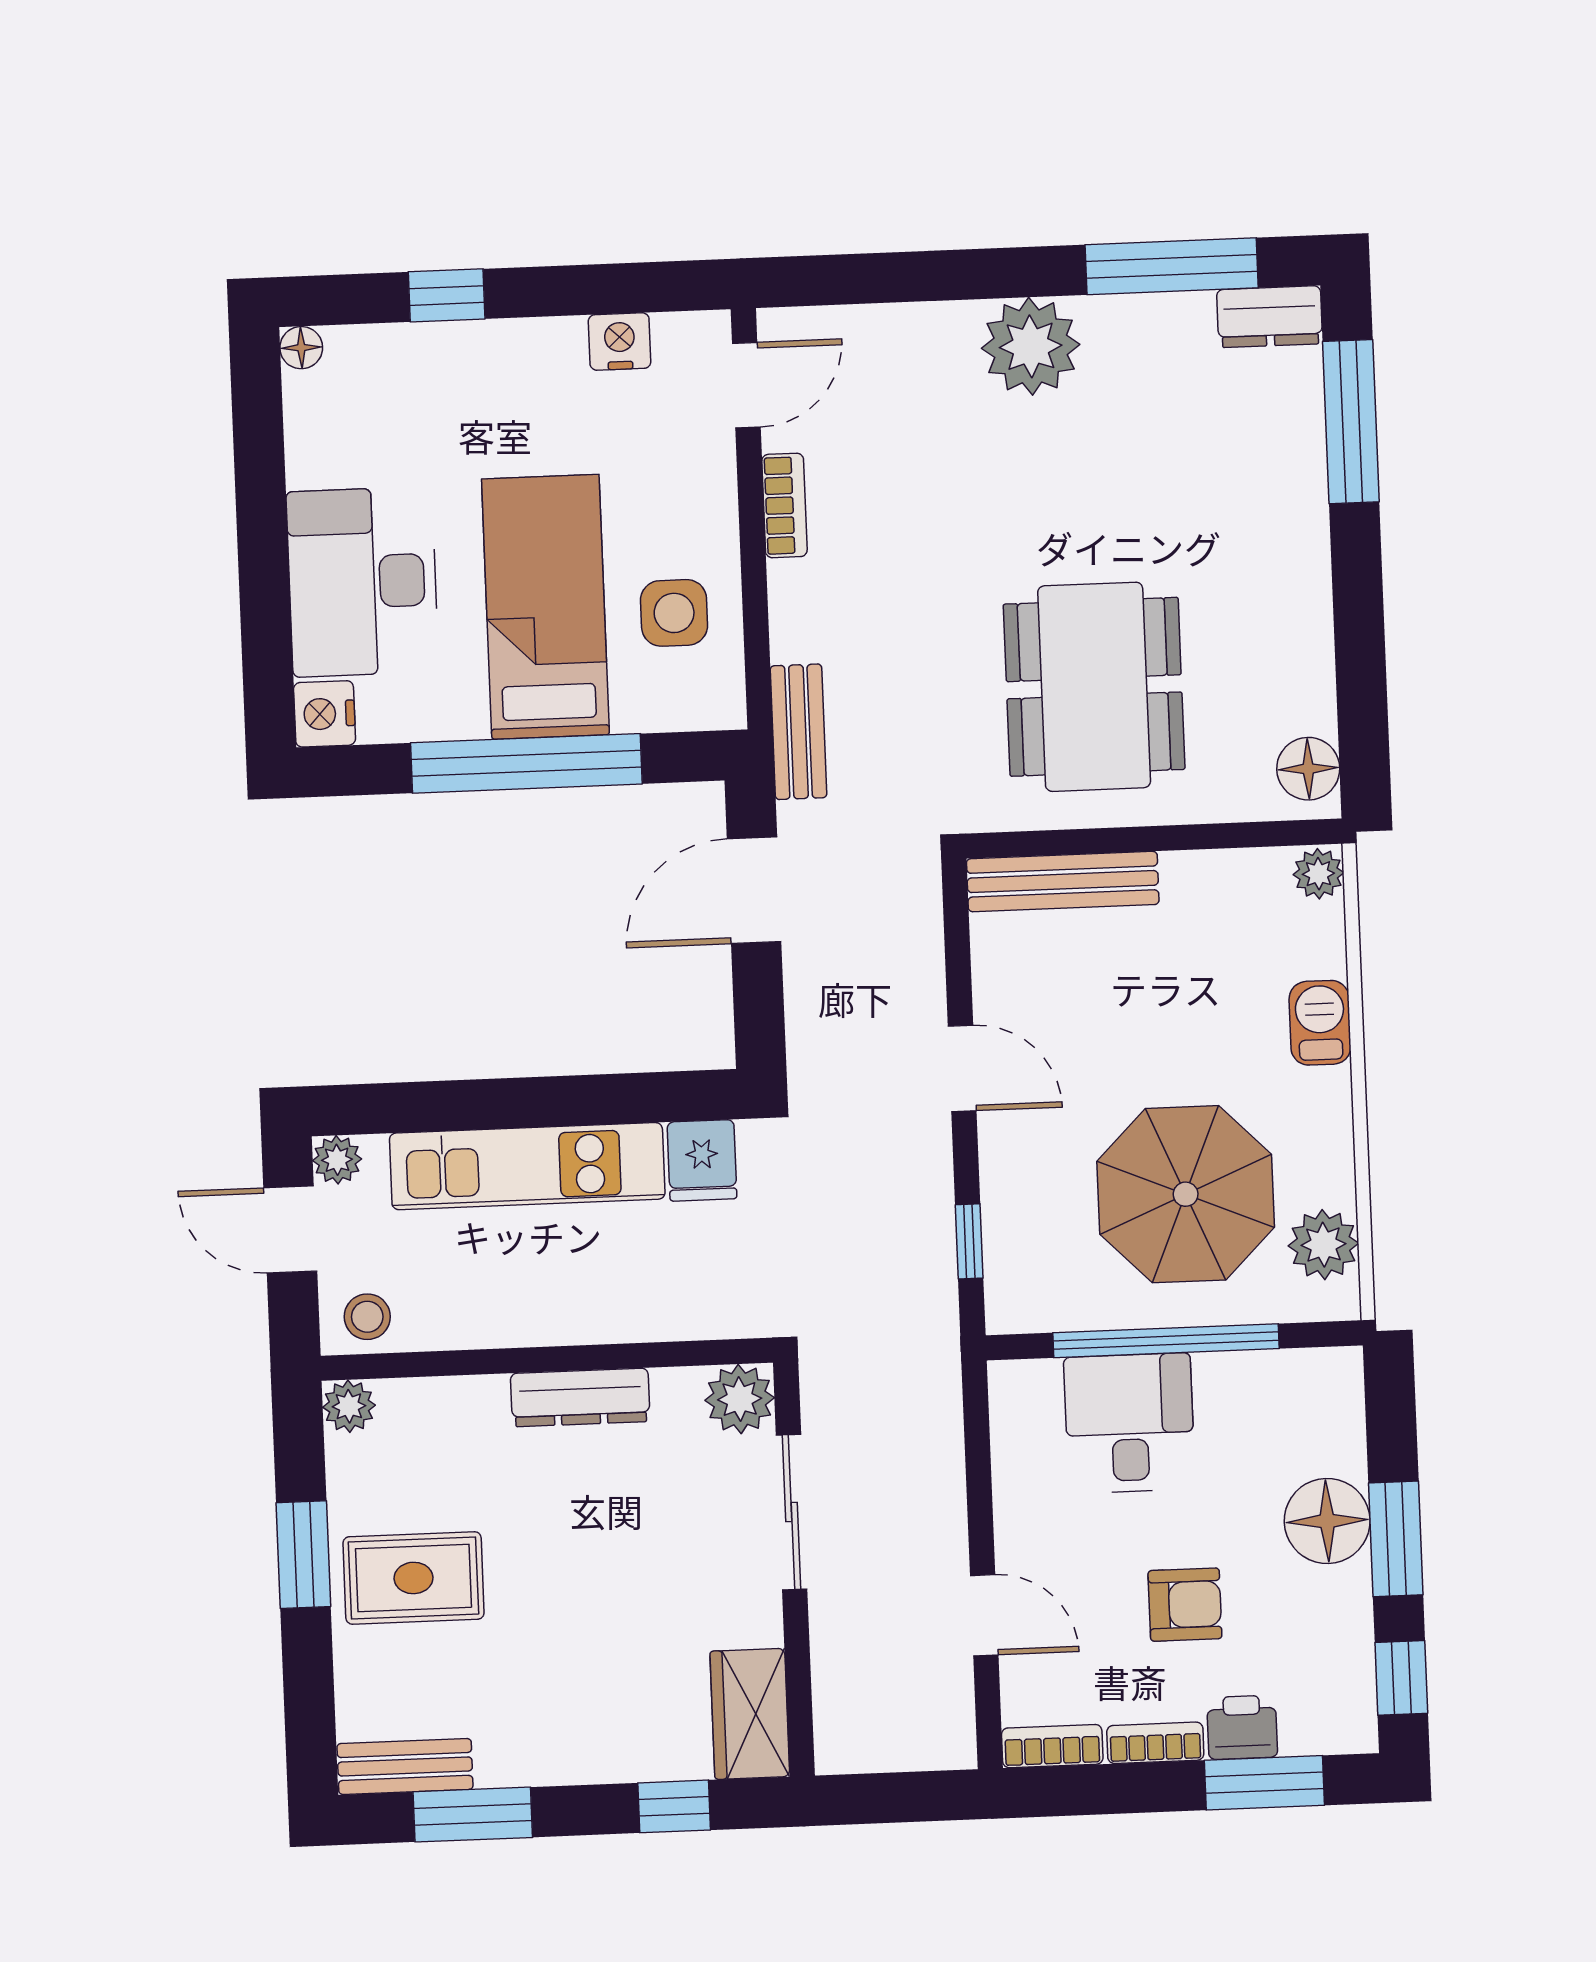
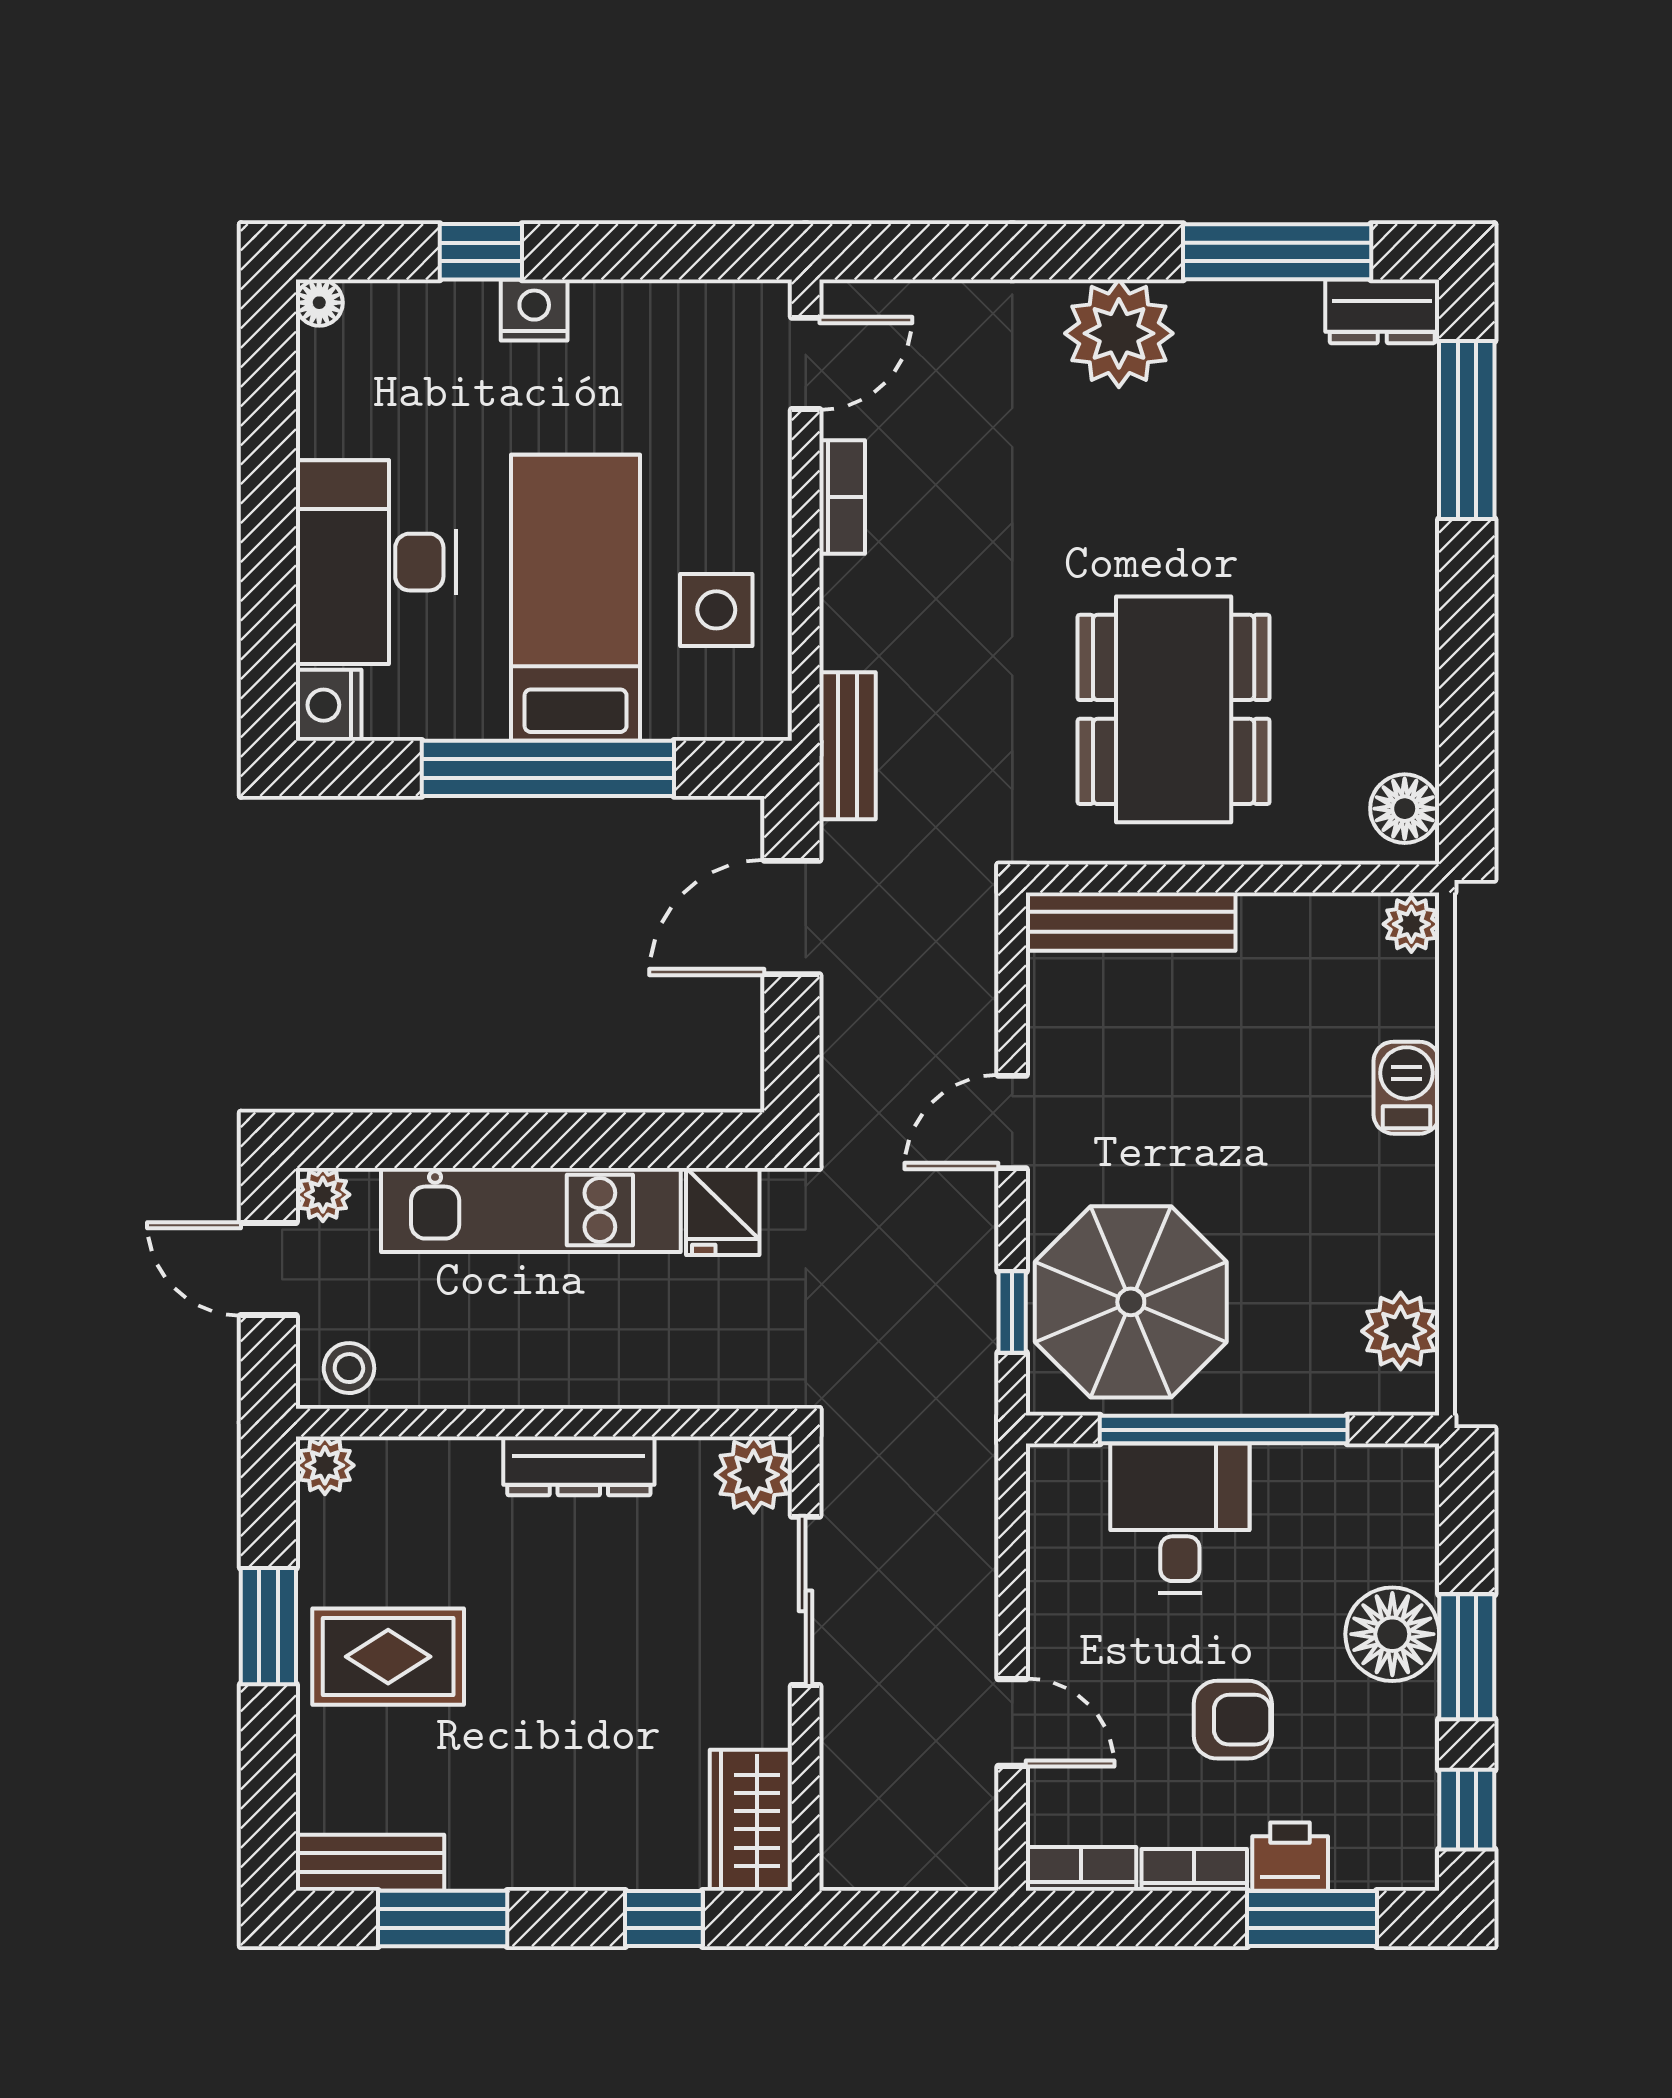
nightstand: (620, 341) -> (534, 310), moved
door: (962, 1068) -> (1012, 1122), swing flipped
parasol: (1186, 1194) -> (1131, 1302), moved

